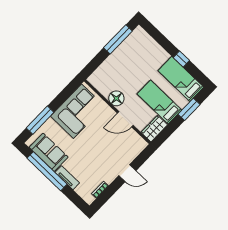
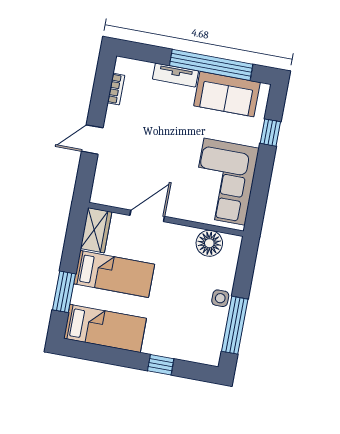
side table: (116, 57) -> (220, 298), added
window: (181, 59) -> (161, 365), moved
floor lamp: (116, 98) -> (209, 243), moved
window: (40, 120) -> (270, 133), width x0.46

